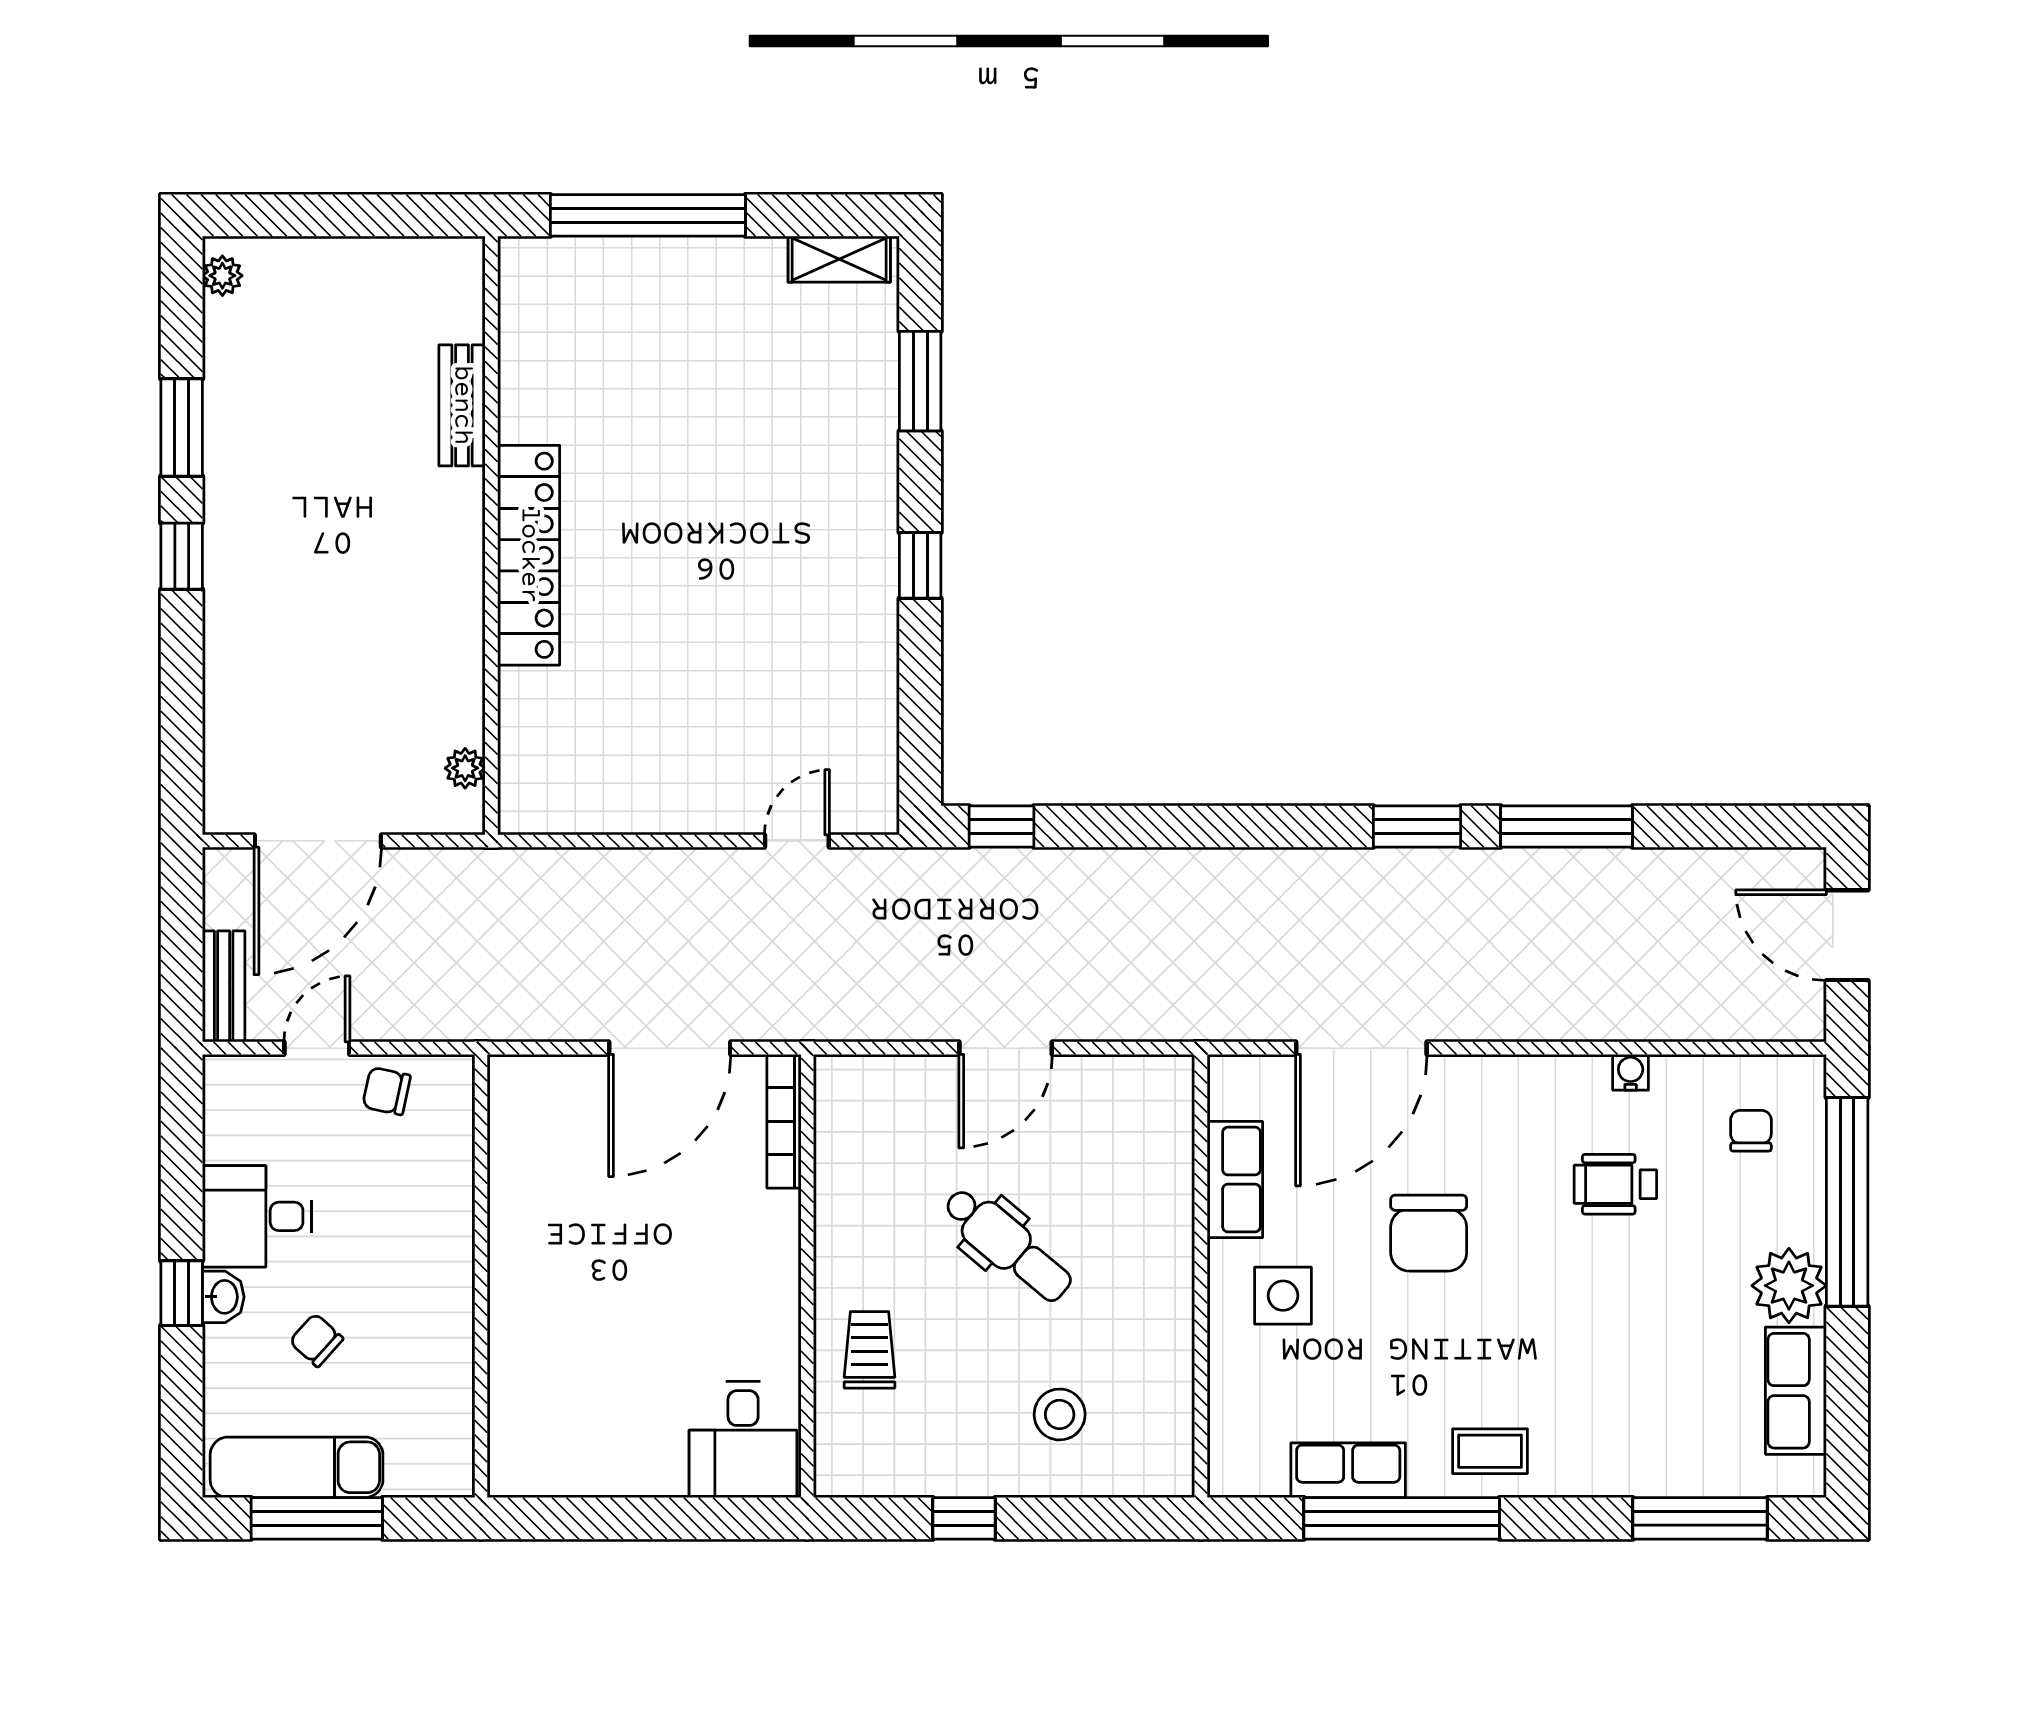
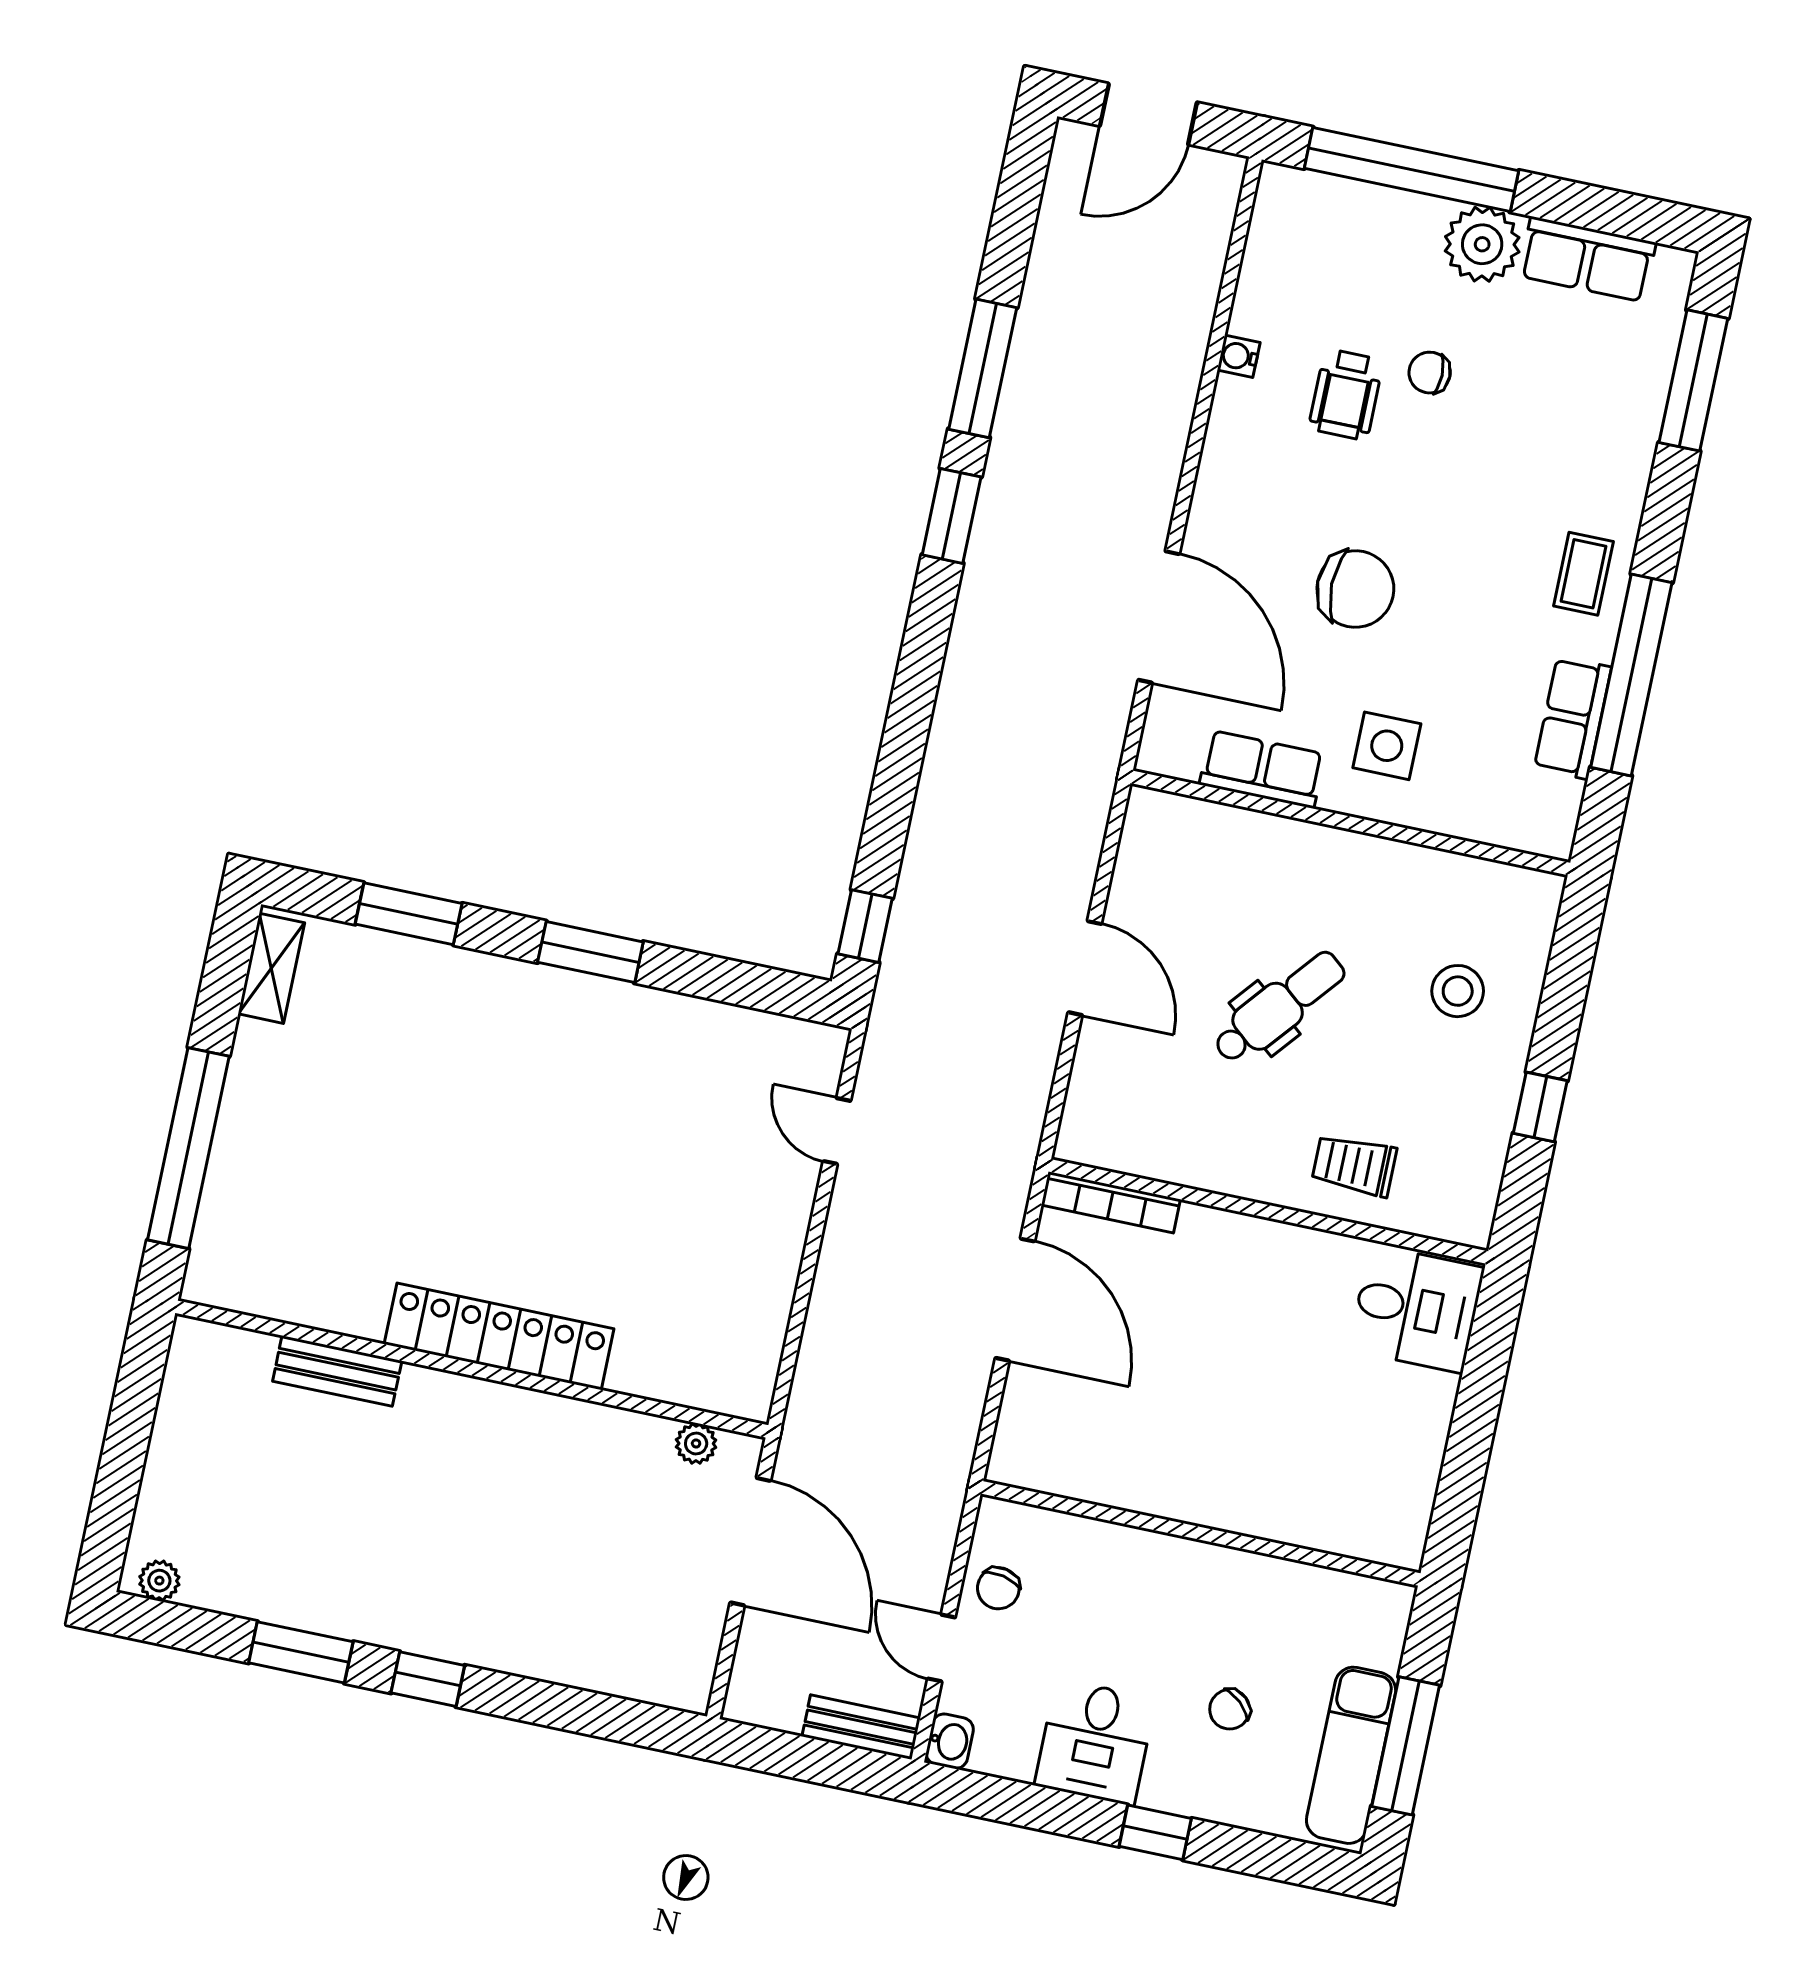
window: (920, 565) -> (590, 952), width x1.50
door: (318, 841) -> (750, 1542), moved
chair: (1751, 1131) -> (1430, 373), moved
washbasin: (223, 1297) -> (950, 1741), moved, turned 90

